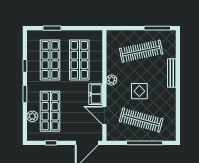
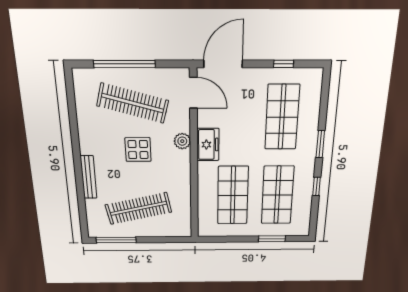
plant: (112, 80) -> (182, 141), moved
plant: (32, 116) -> (311, 109), removed
door: (104, 116) -> (193, 93), moved

